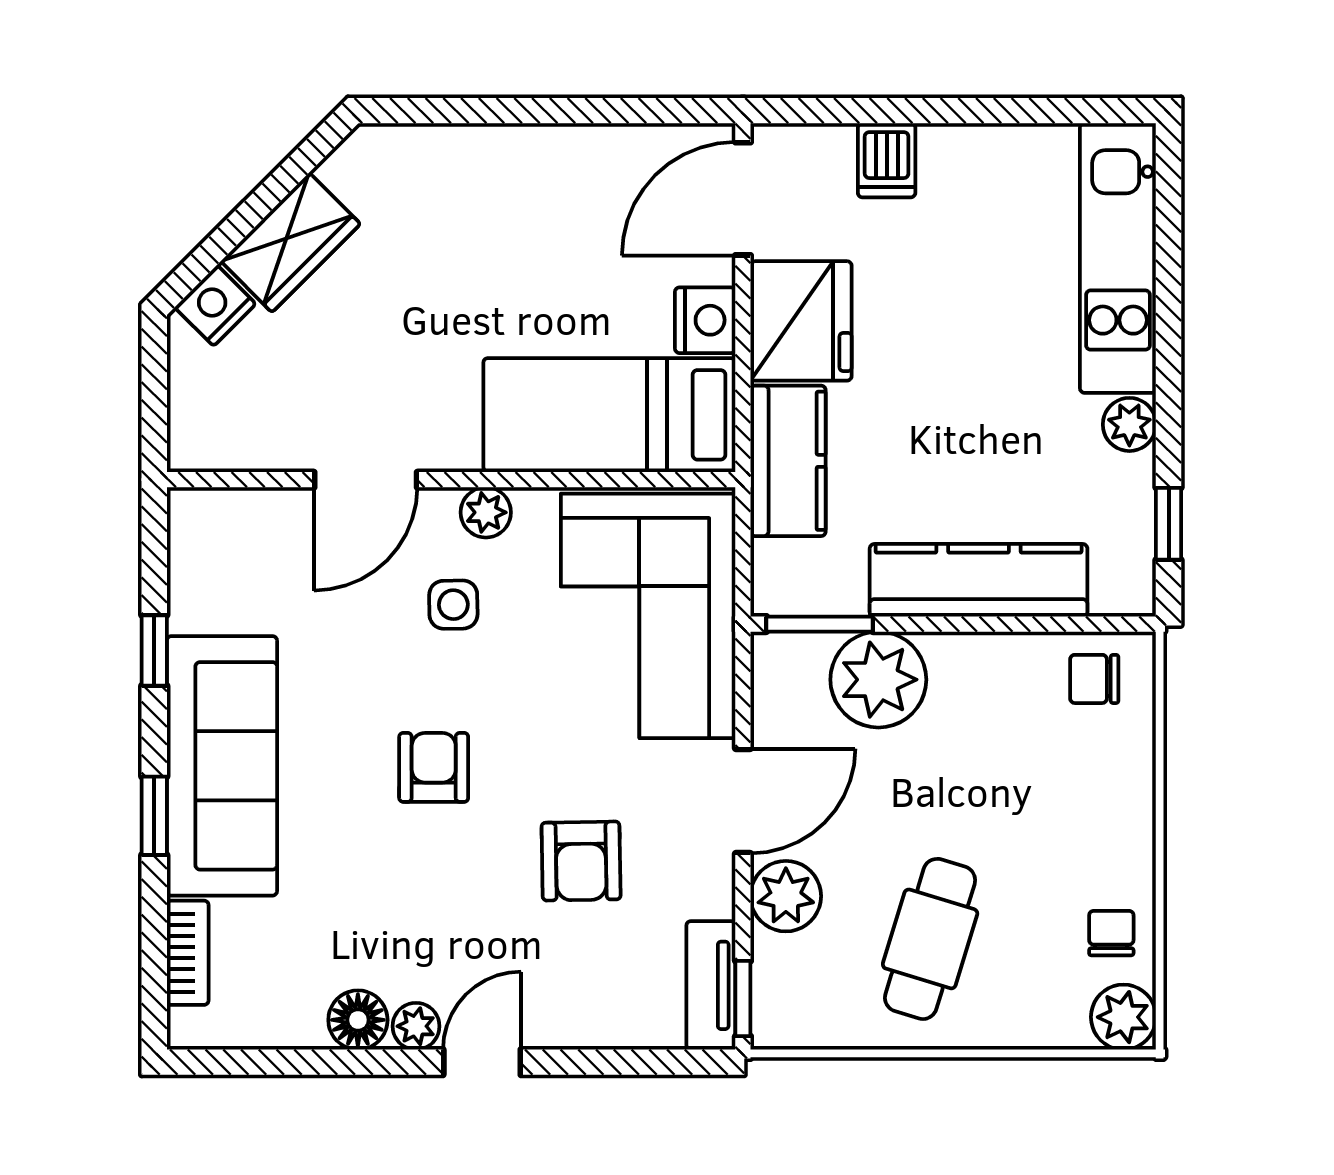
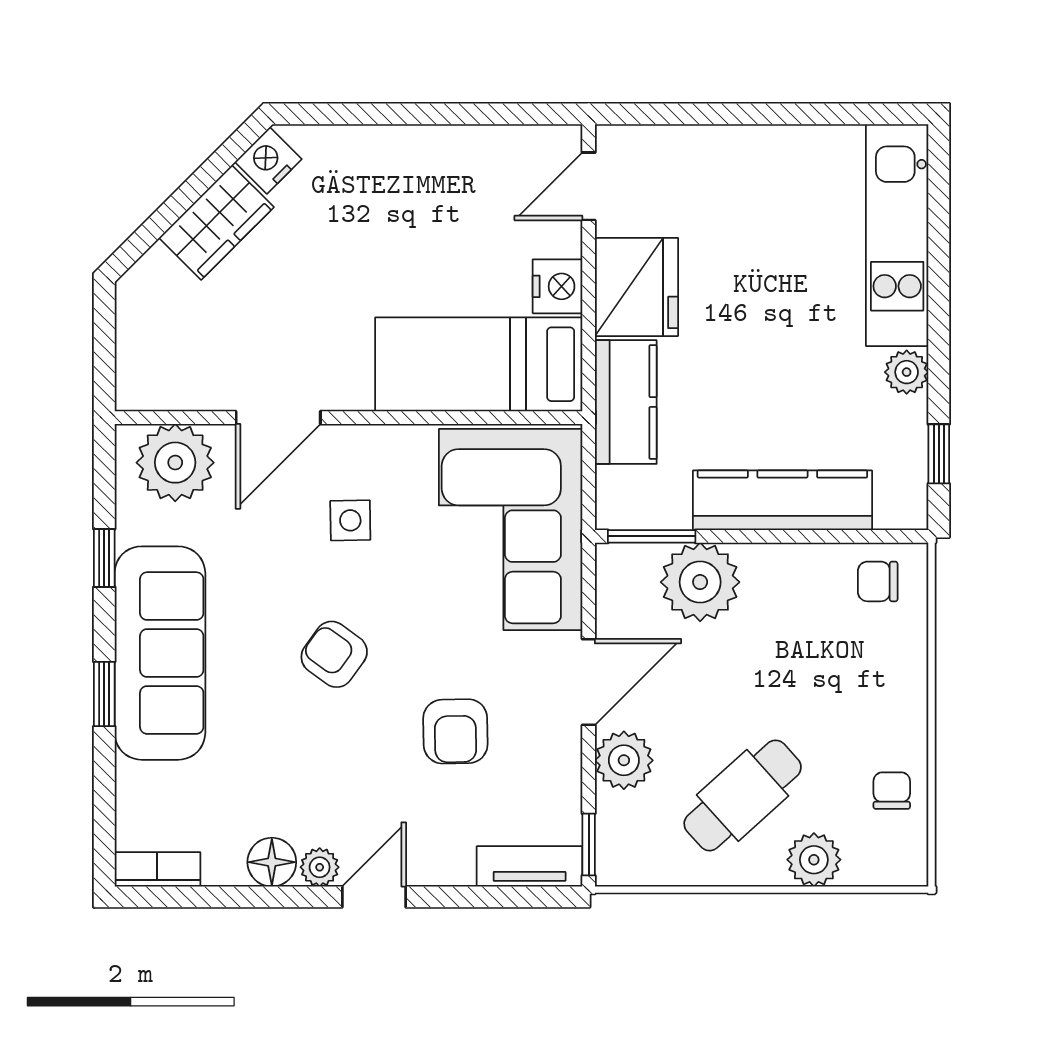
dishwasher: (887, 160) -> (707, 155), removed
door: (743, 199) -> (589, 186), width x0.73
nightstand: (215, 306) -> (268, 160), moved
plant: (486, 512) -> (175, 463), moved, width x1.87, depth x1.87
armchair: (434, 767) -> (334, 654), turned -54
cafe table: (930, 939) -> (743, 795), turned 31
bookcase: (188, 953) -> (157, 869), moved, turned -90
tv unit: (711, 985) -> (530, 866), moved, turned 90
plant: (1123, 1017) -> (814, 860), moved

